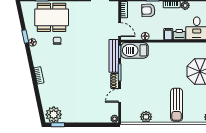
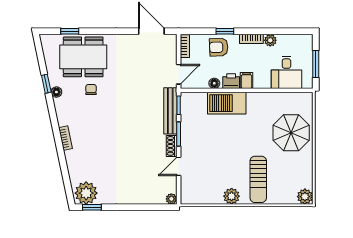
door: (120, 30) -> (179, 74), hinge flipped
printer: (179, 35) -> (231, 81), moved
barbecue: (135, 50) -> (227, 103), moved
plant: (146, 117) -> (232, 196), moved

